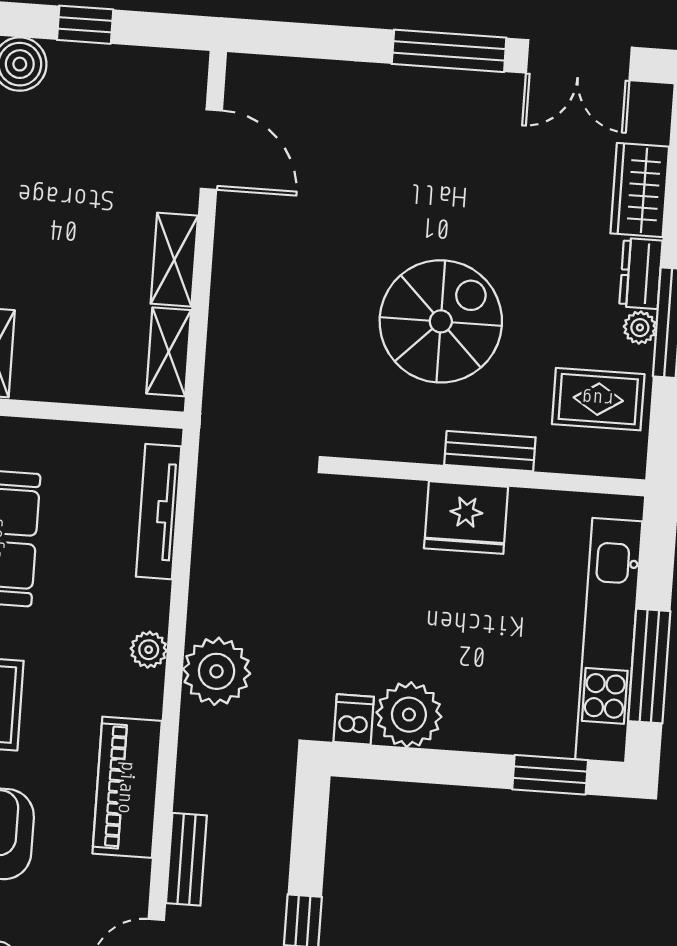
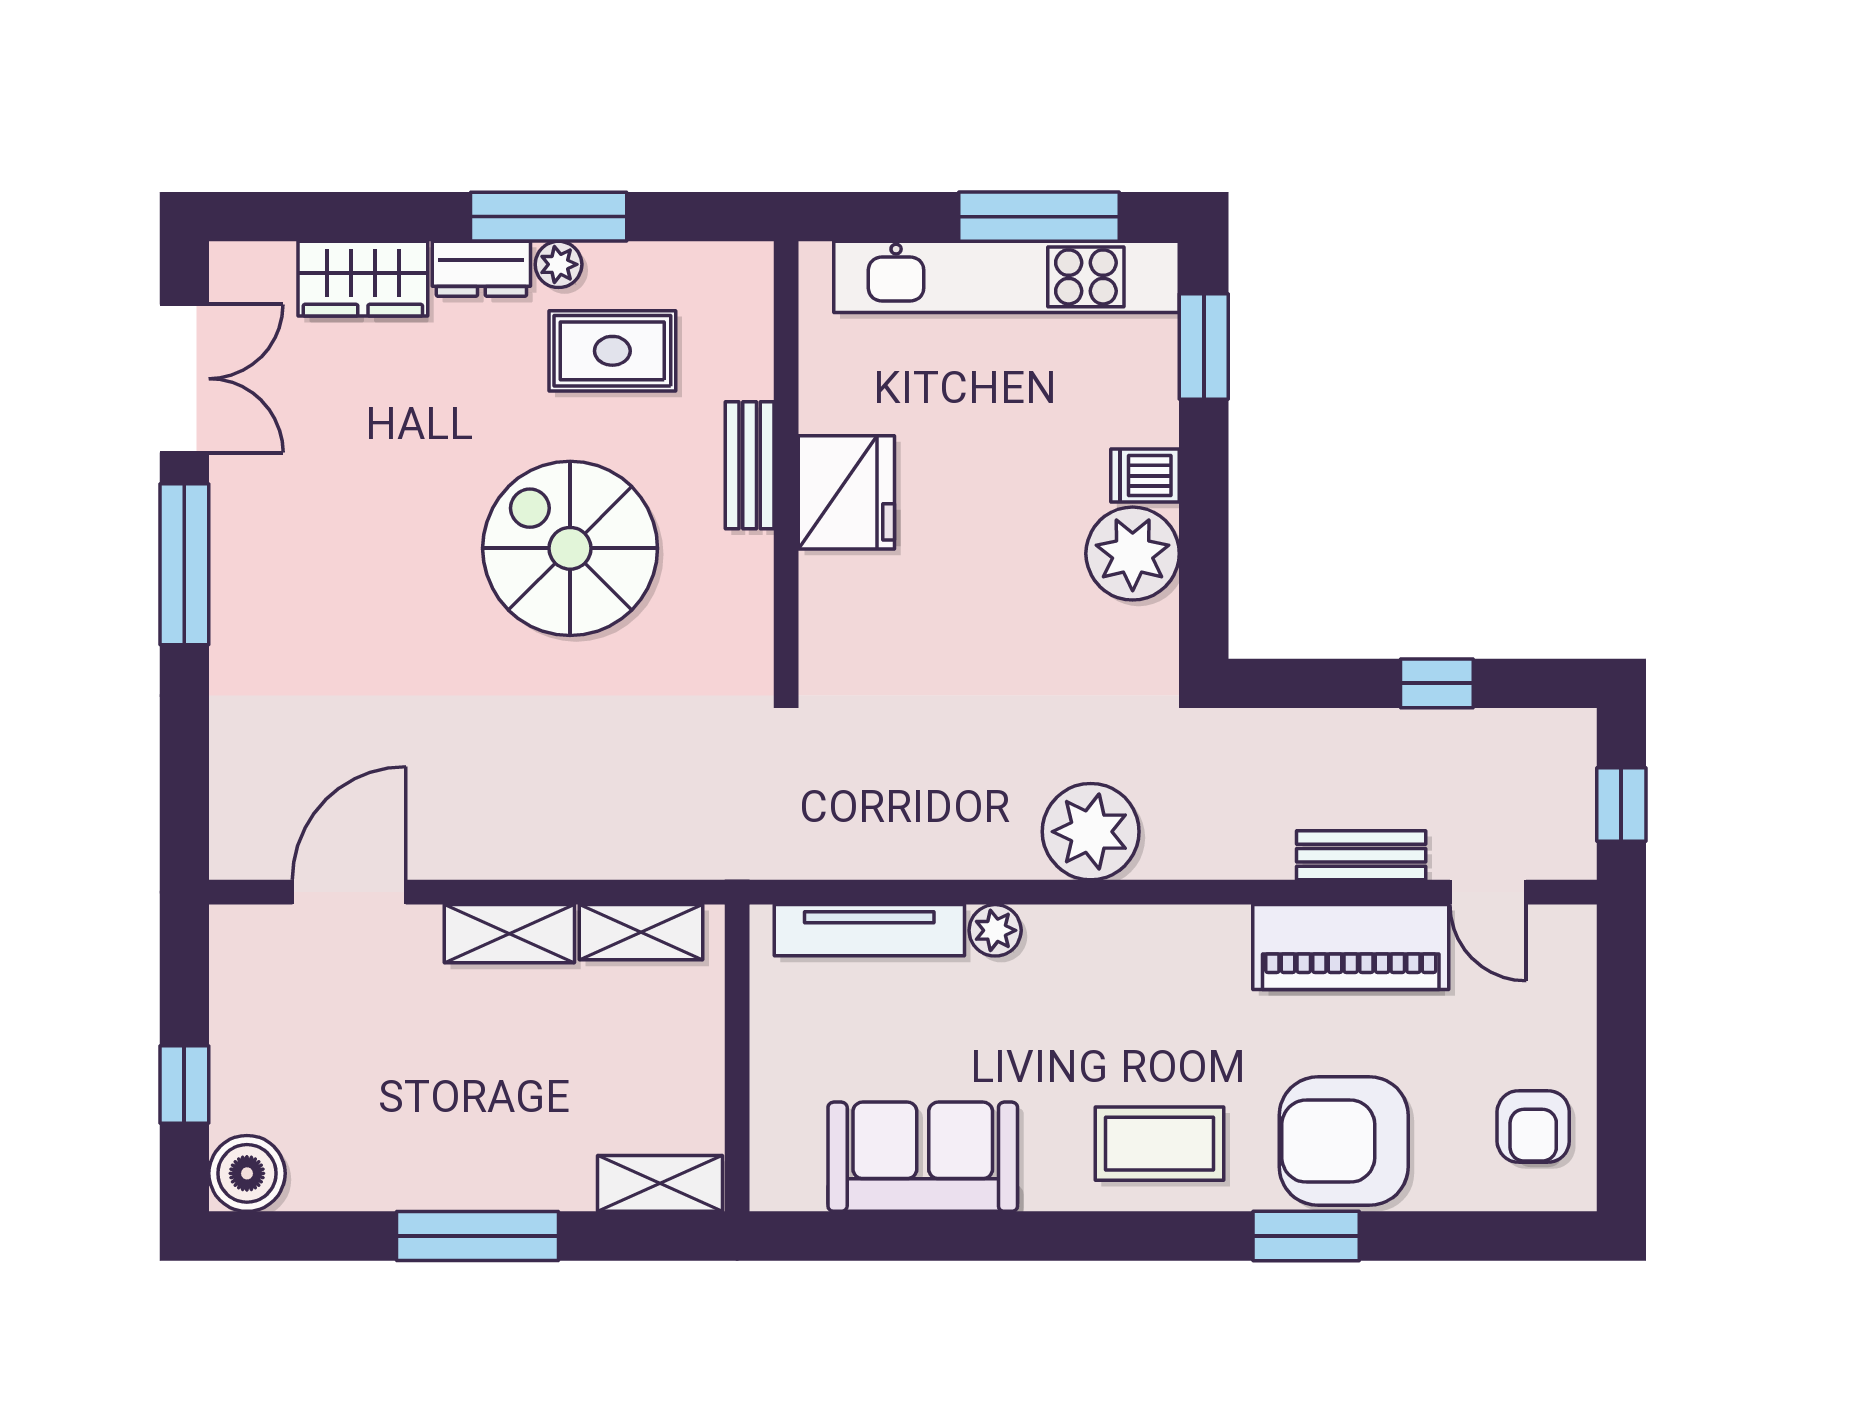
rug: (598, 399) -> (612, 351), moved, turned 90
plant: (149, 650) -> (995, 930), moved
dishwasher: (354, 719) -> (1145, 476), moved
piano: (127, 787) -> (1351, 947), moved

